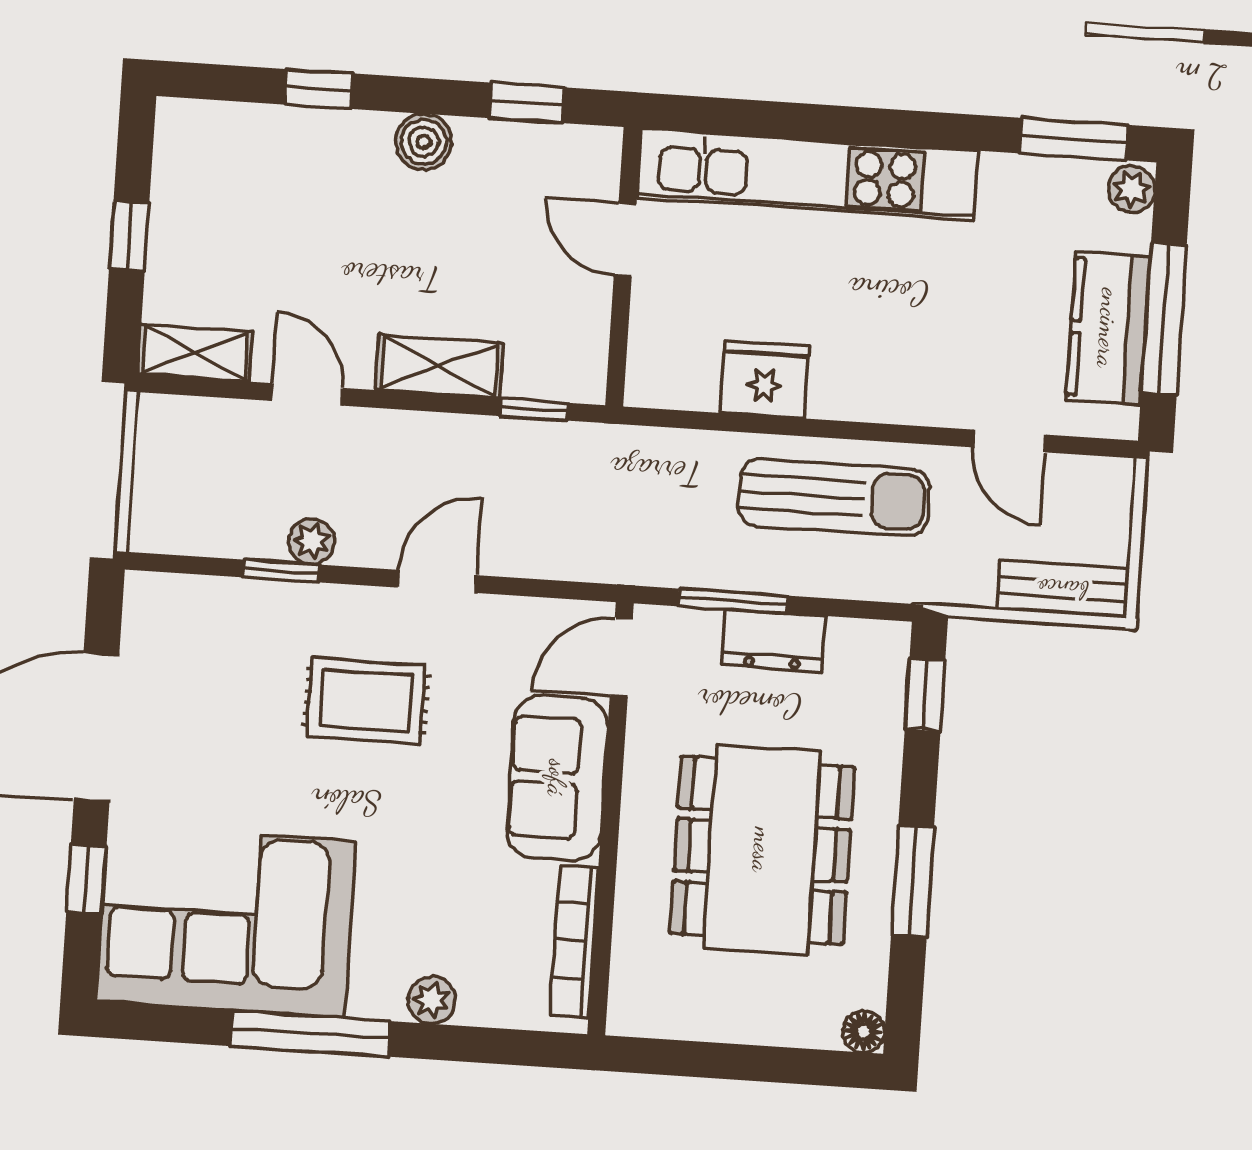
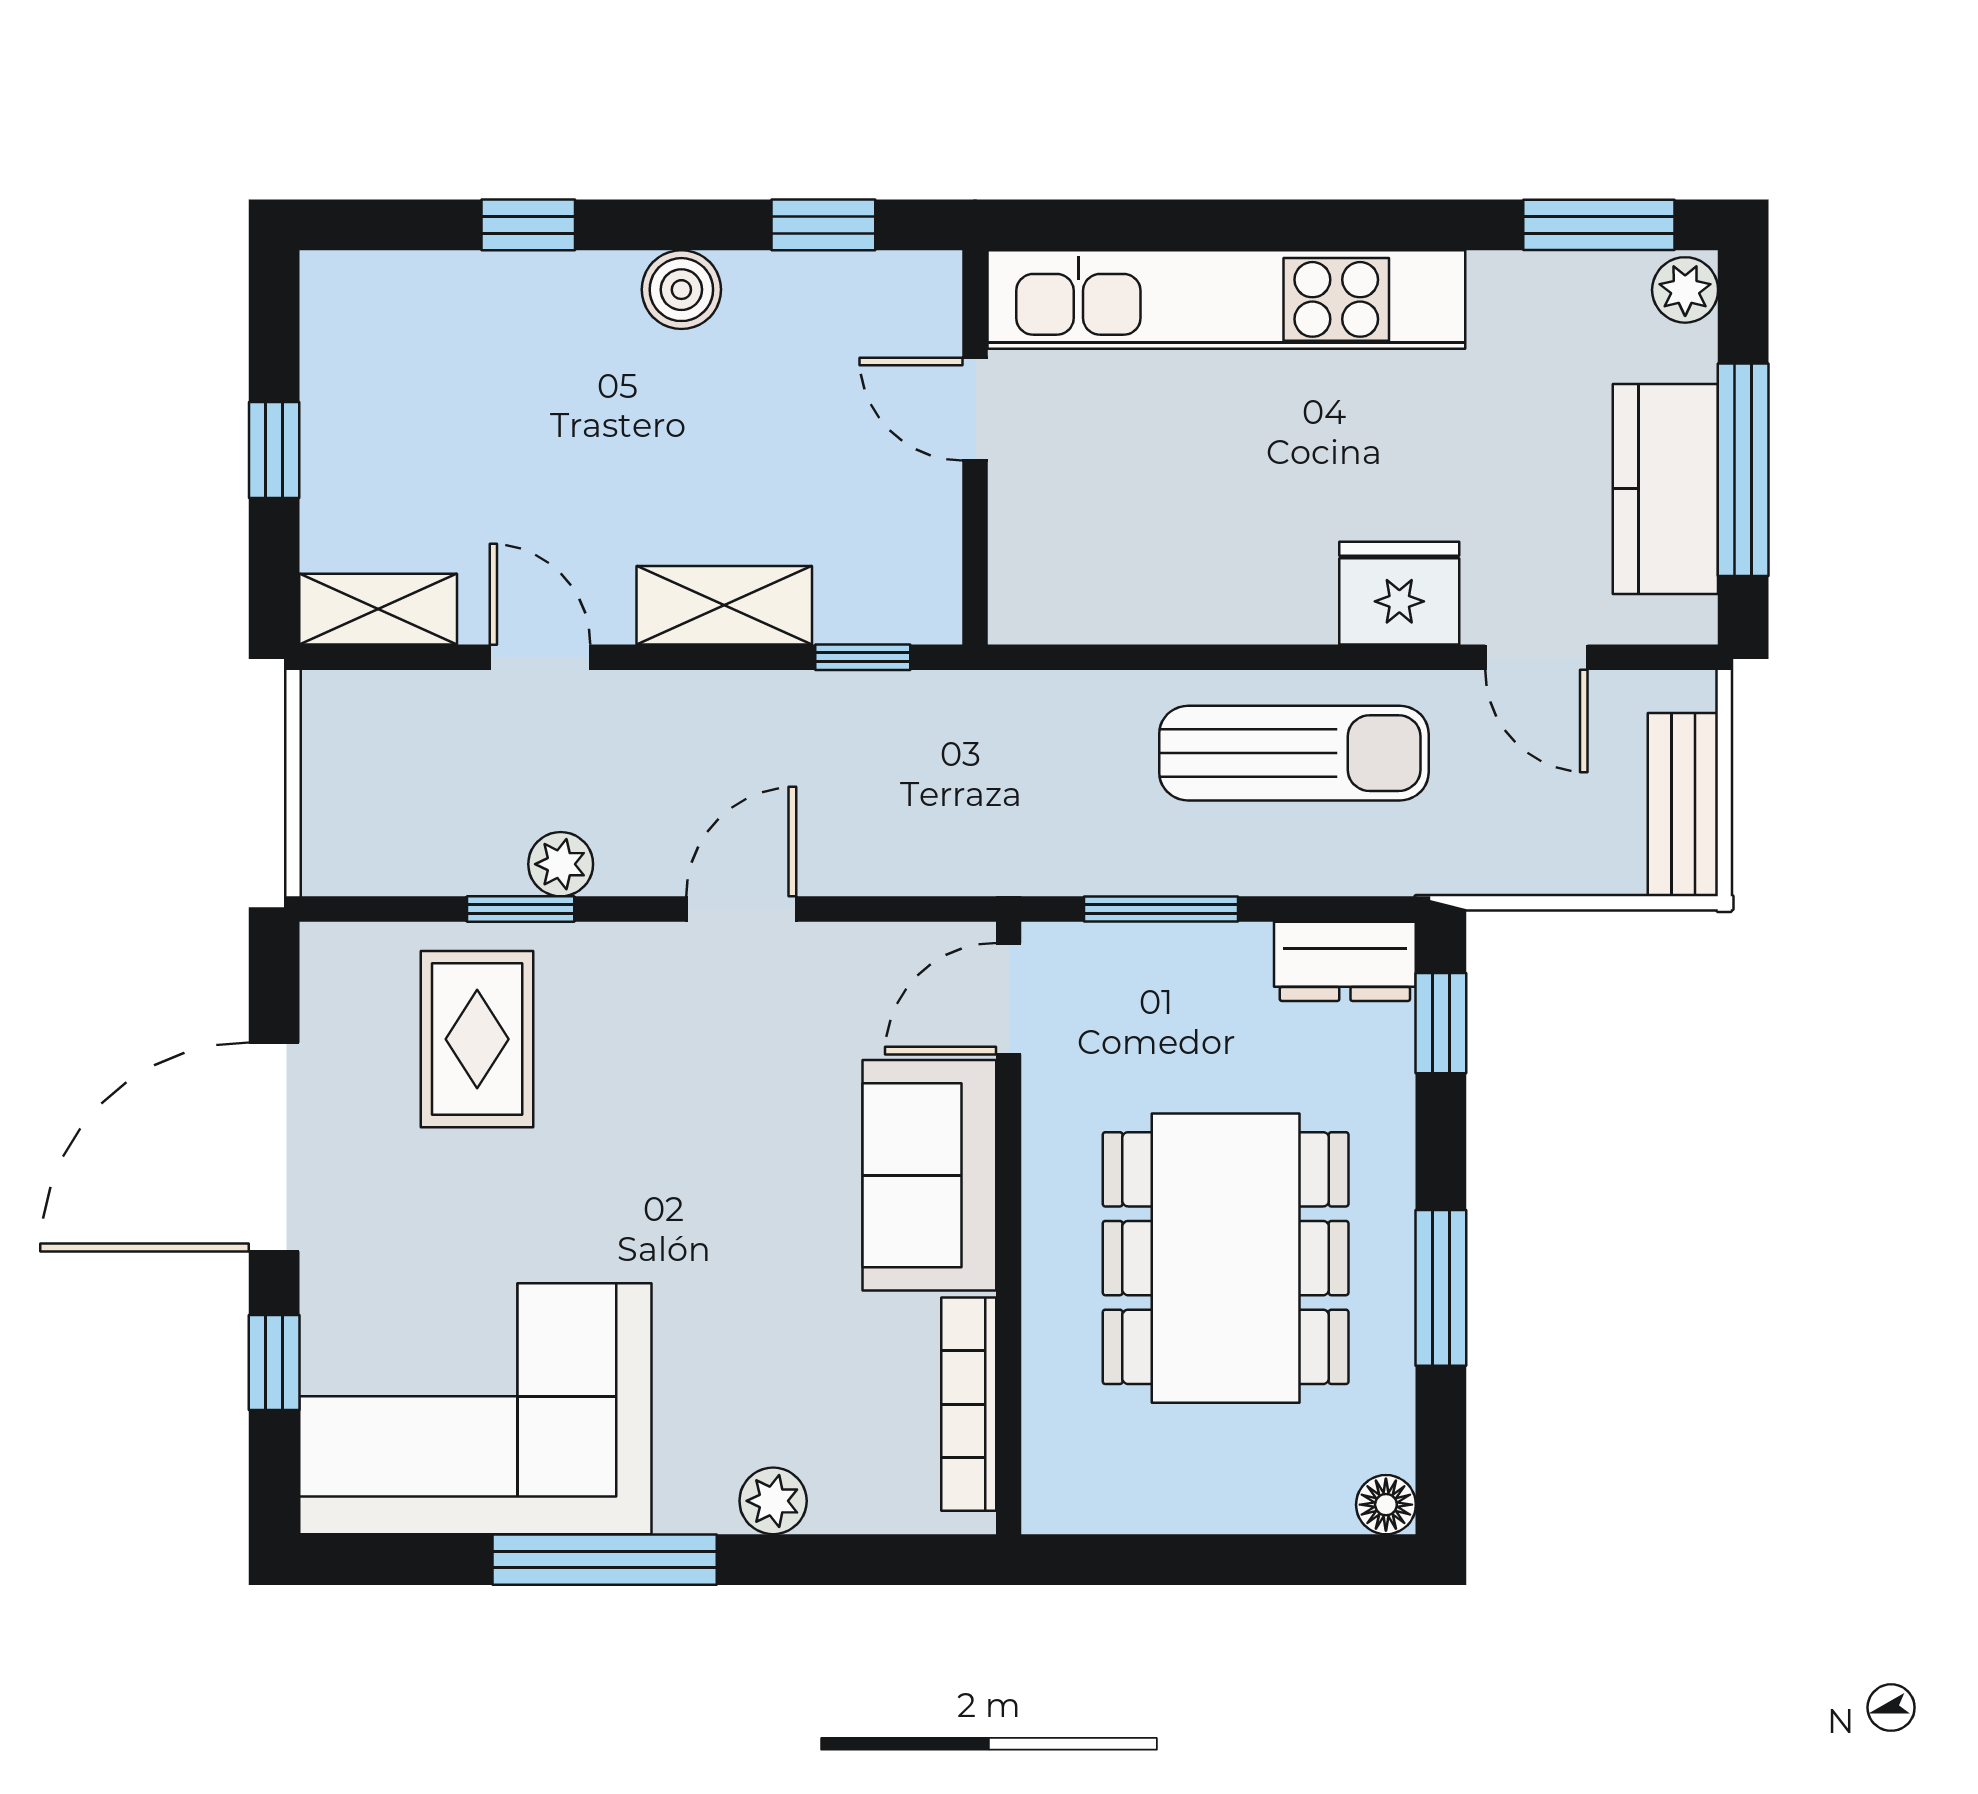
fridge: (765, 379) -> (1399, 593), moved
bench: (1063, 589) -> (1683, 805), moved, turned 90
dresser: (773, 641) -> (1345, 961), moved
rug: (366, 701) -> (477, 1039), moved, turned 90

